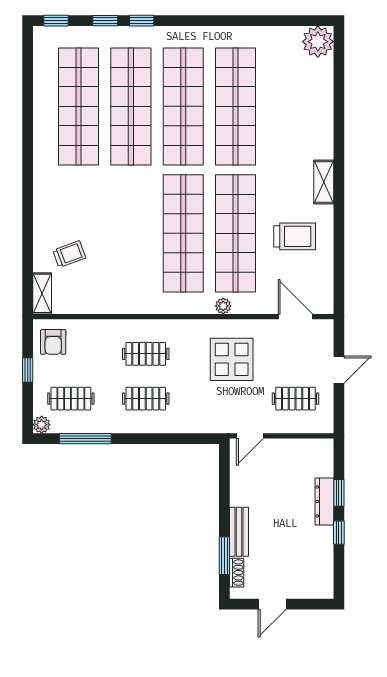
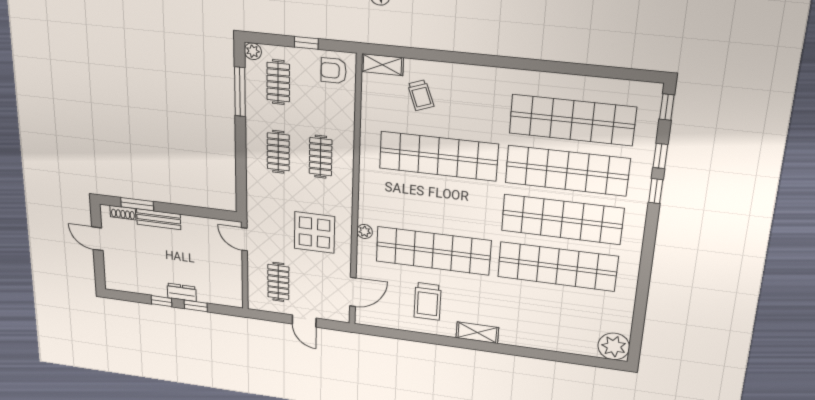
shop shelf: (183, 233) -> (438, 156), moved
dresser: (324, 501) -> (182, 292), width x0.70

